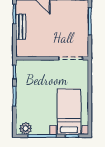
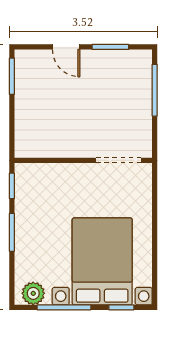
bench: (21, 27) -> (24, 101), removed
bed with nightstands: (69, 112) -> (102, 261), width x1.36

